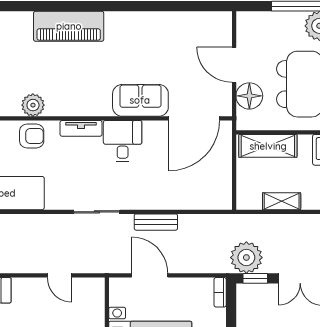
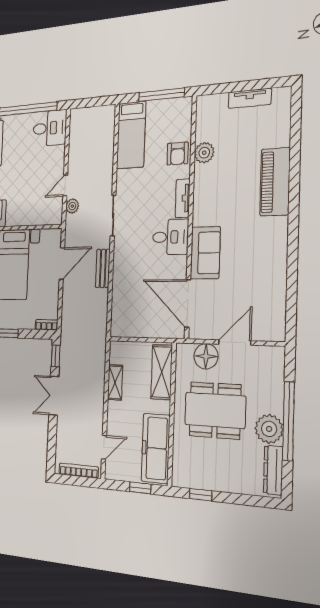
plant: (246, 258) -> (72, 206), moved, width x0.53, depth x0.53

